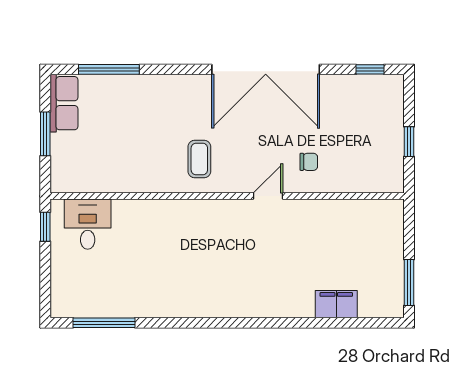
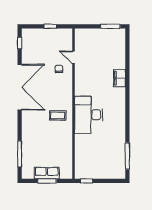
row of seats: (64, 103) -> (47, 173), moved
door: (268, 196) -> (73, 57), moved
desk: (88, 224) -> (89, 115), moved, width x1.87, depth x1.30
filing cabinet: (336, 304) -> (119, 78), moved

